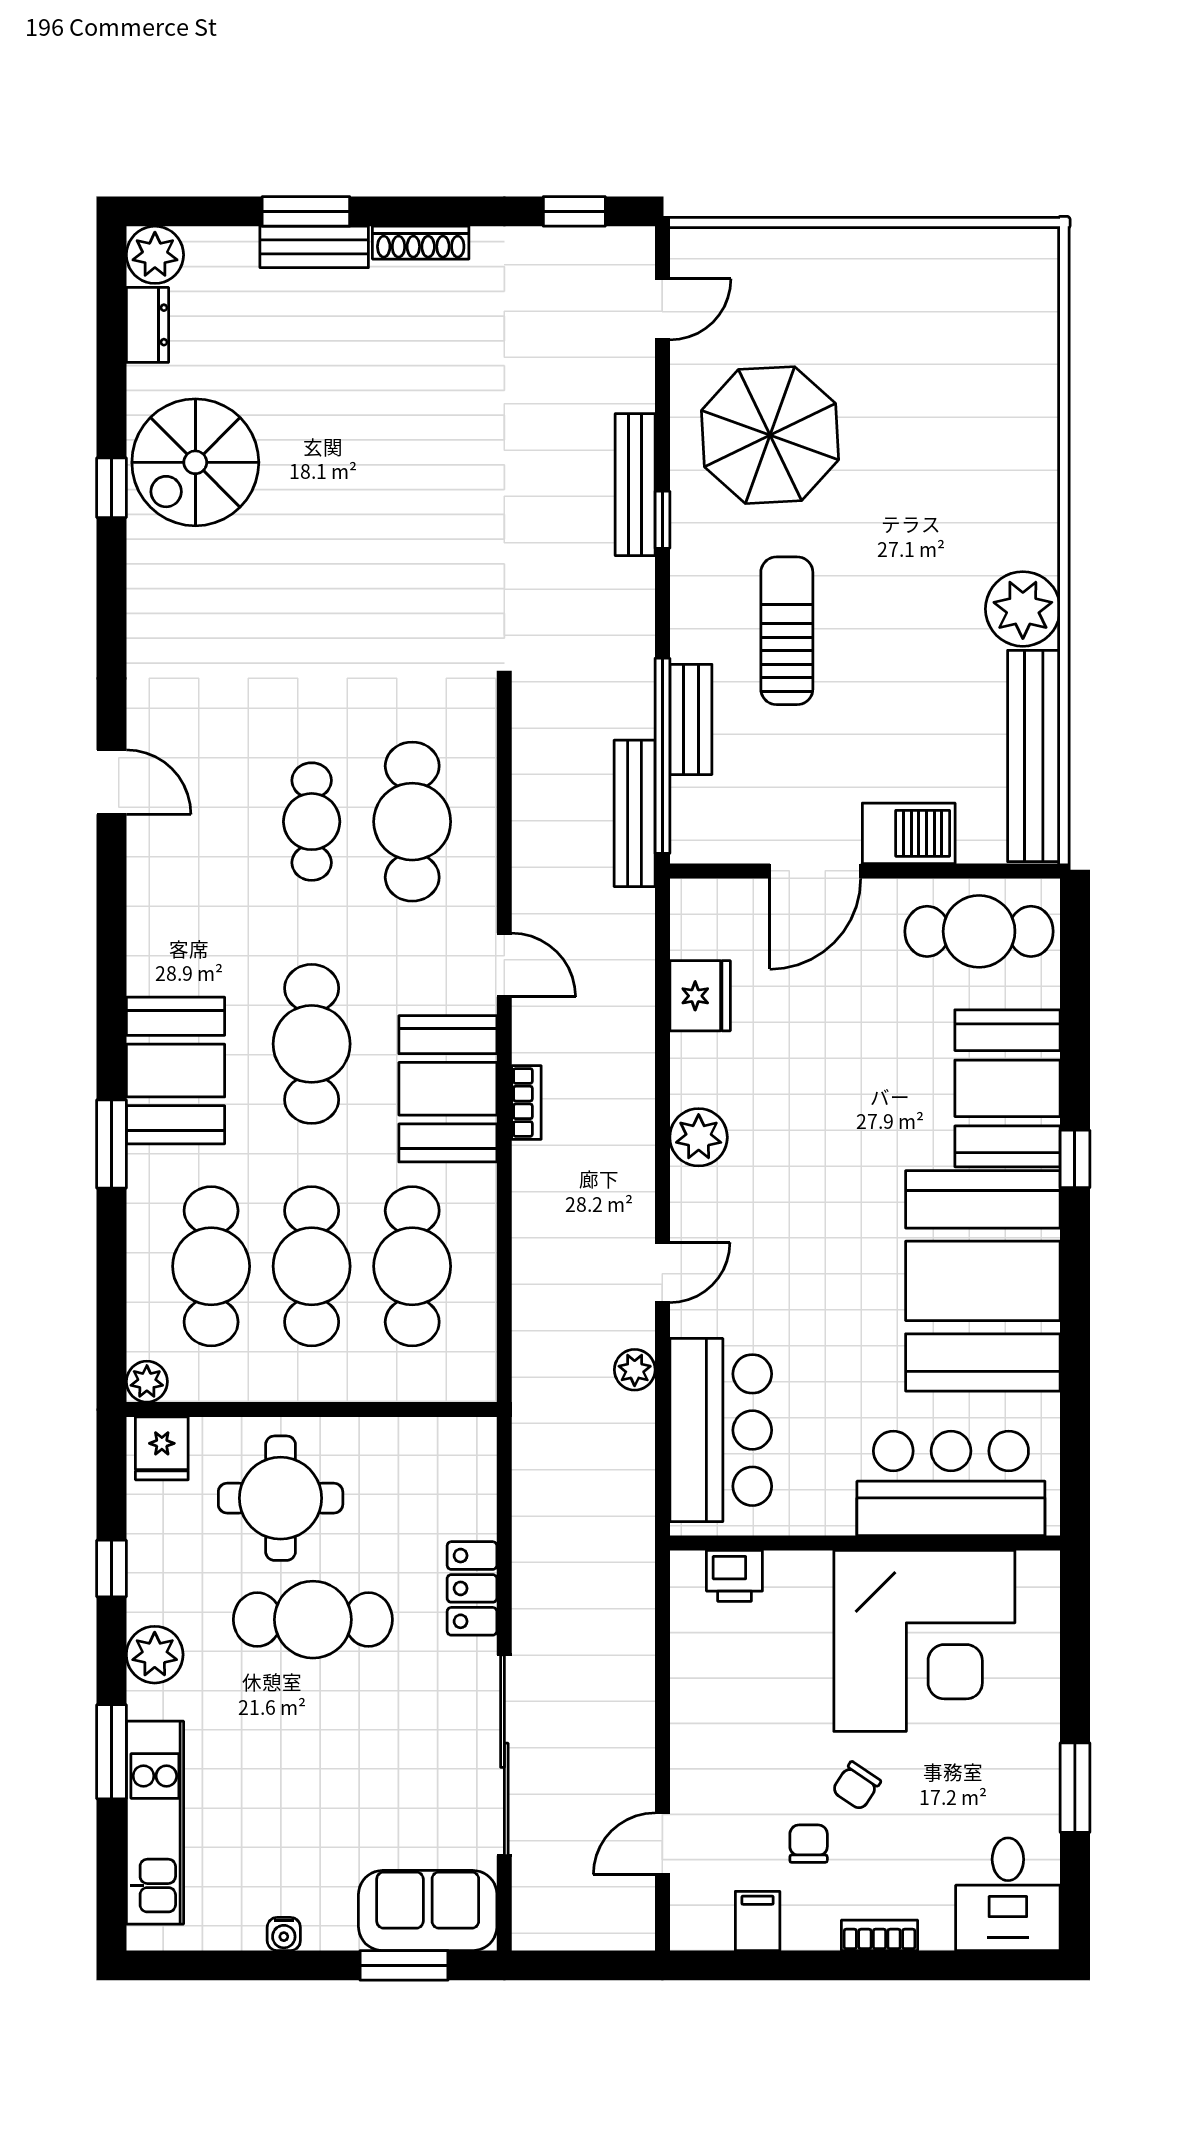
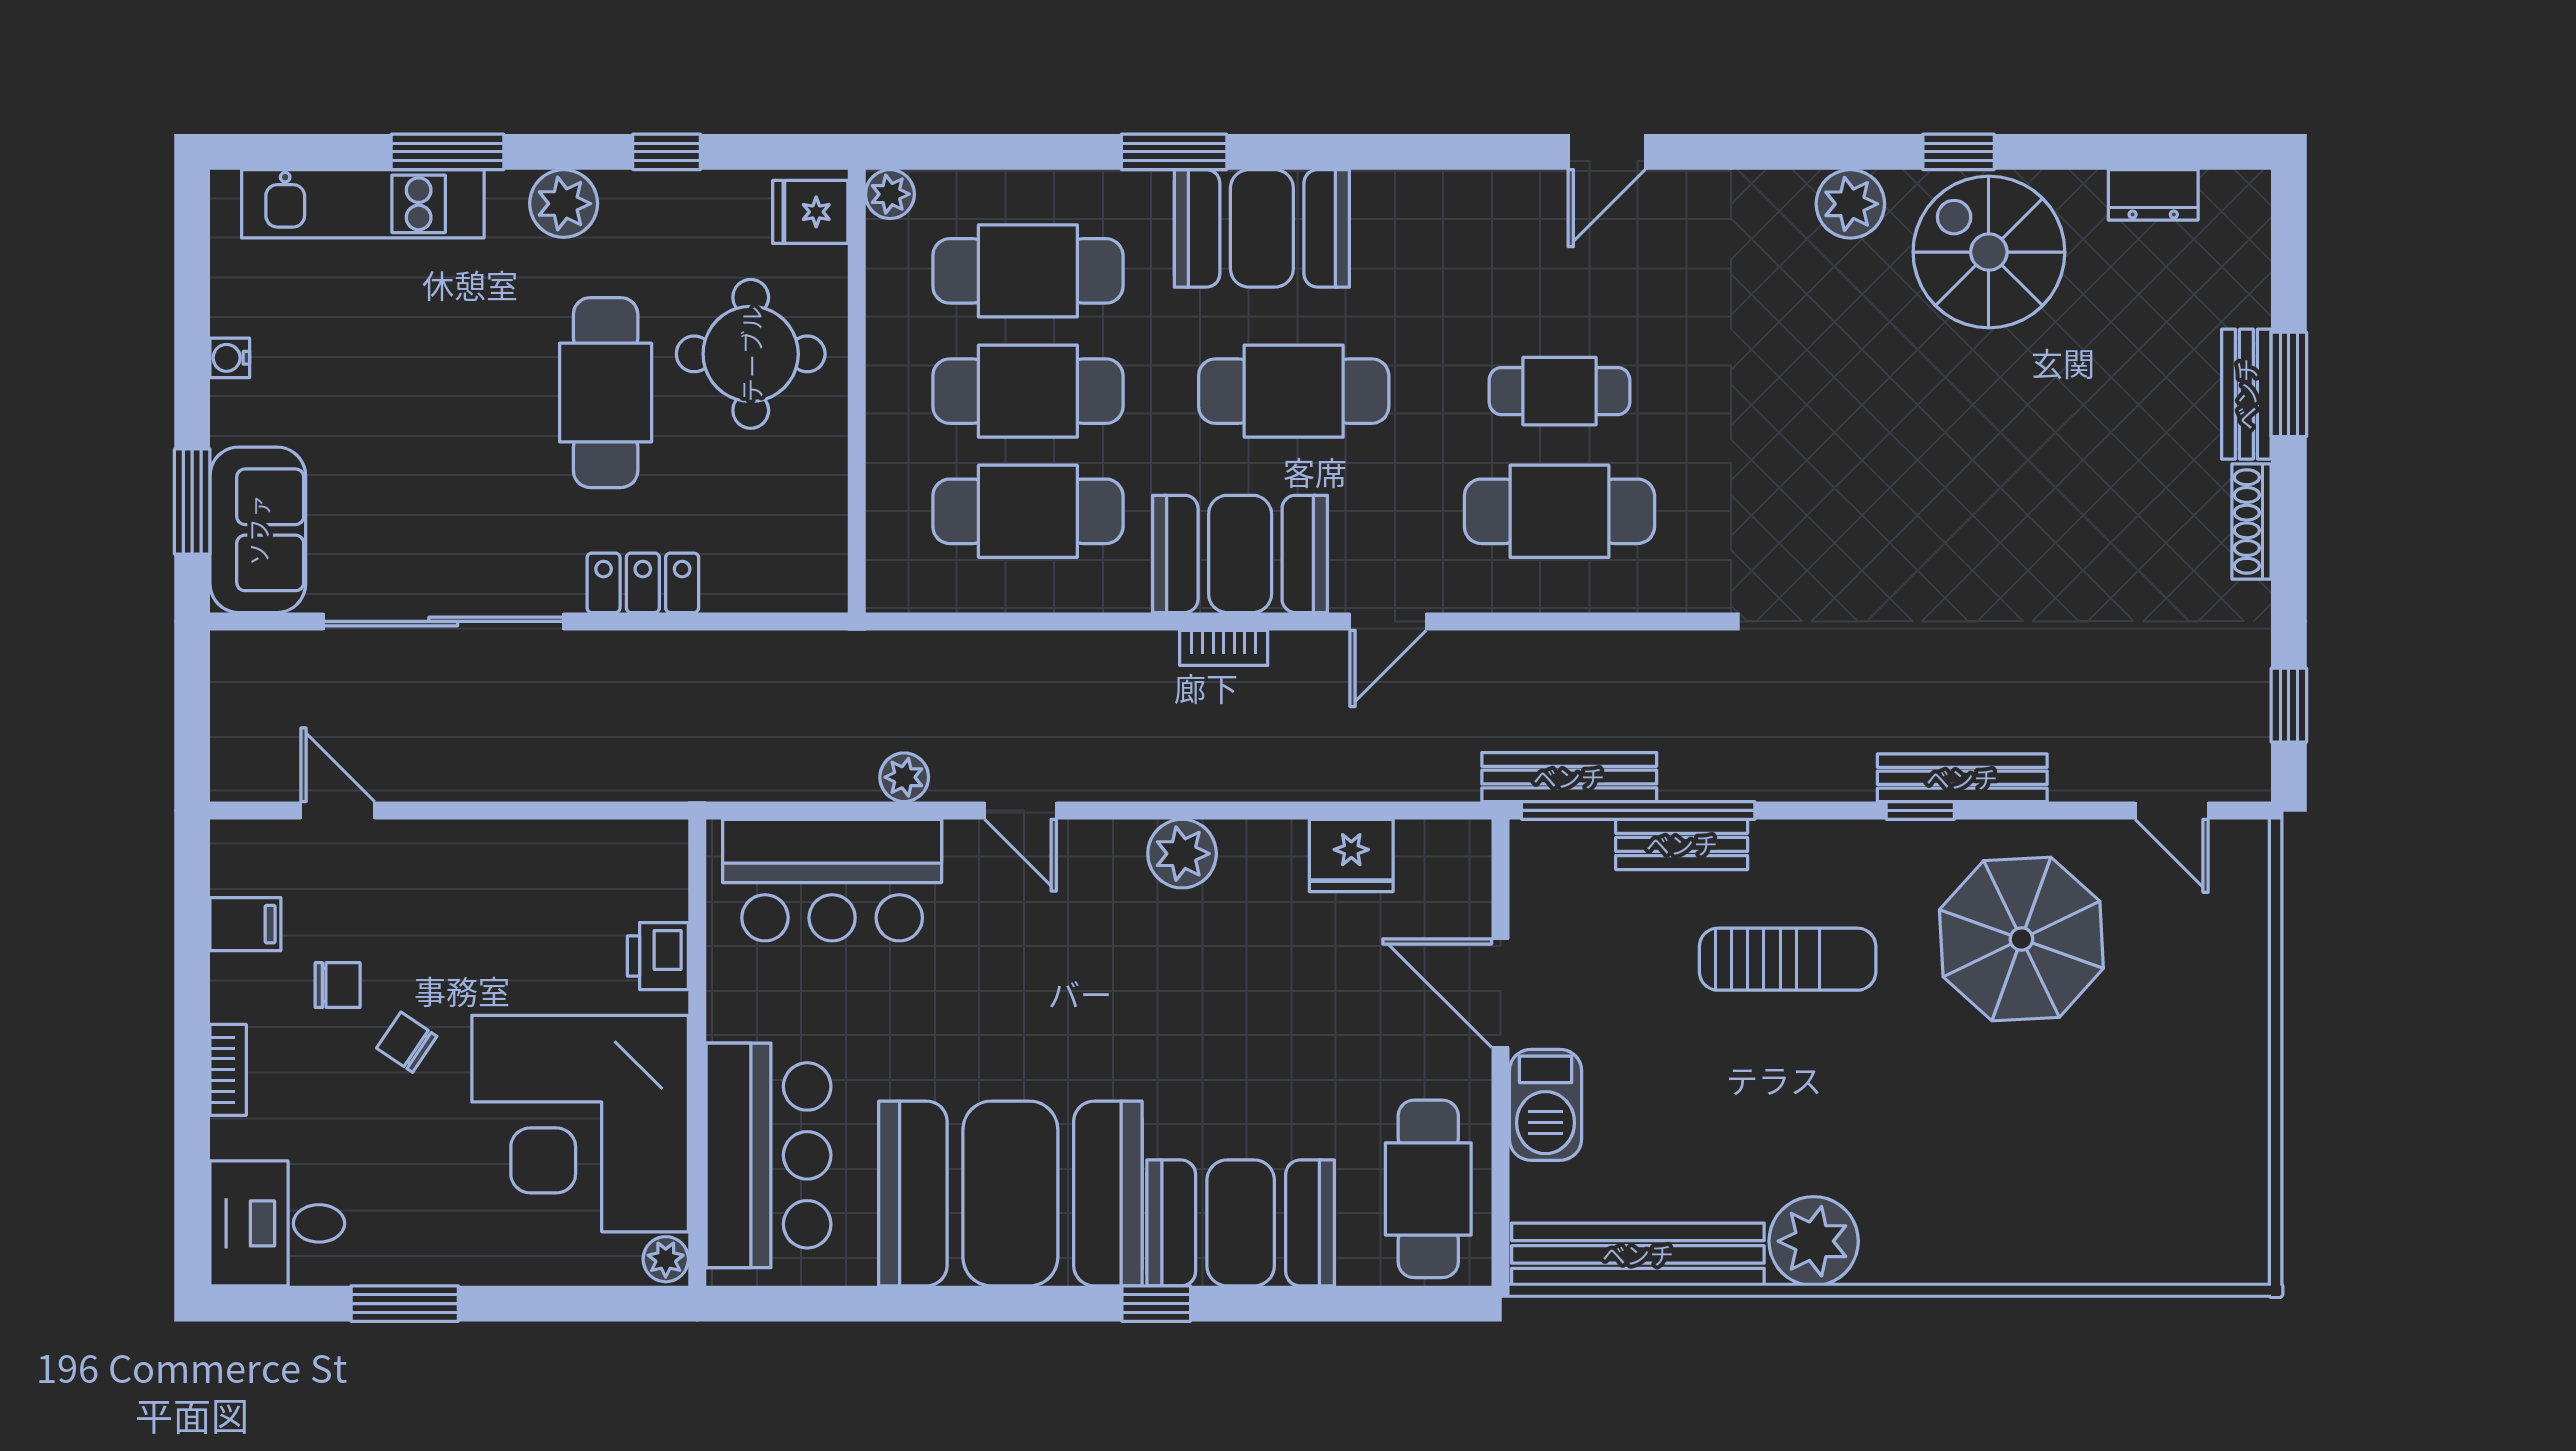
plant: (155, 255) -> (1850, 204), moved
plant: (1038, 1569) -> (666, 1259), added
printer: (734, 1576) -> (658, 956), moved

